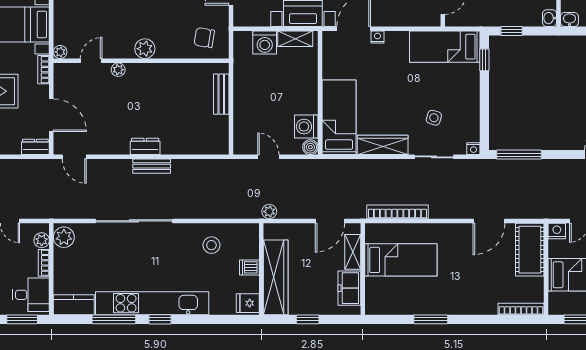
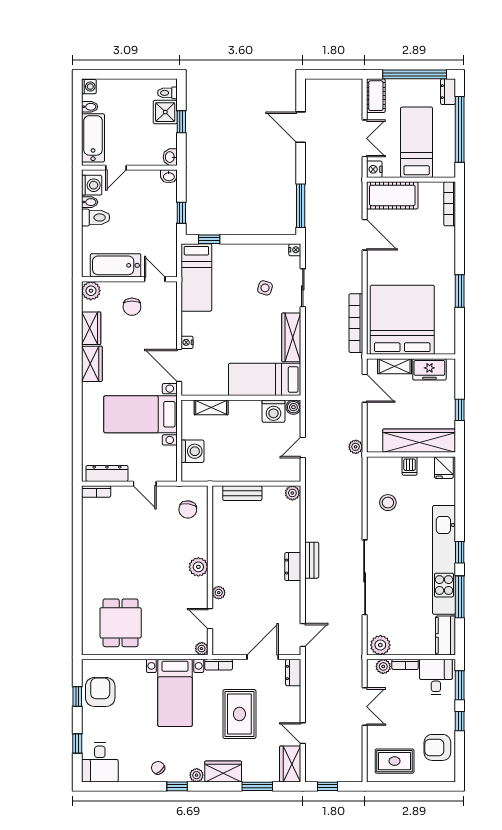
shelving: (295, 39) -> (211, 407), moved, turned 90
plant: (221, 146) -> (292, 493), added
bed: (401, 260) -> (402, 320), width x2.04

